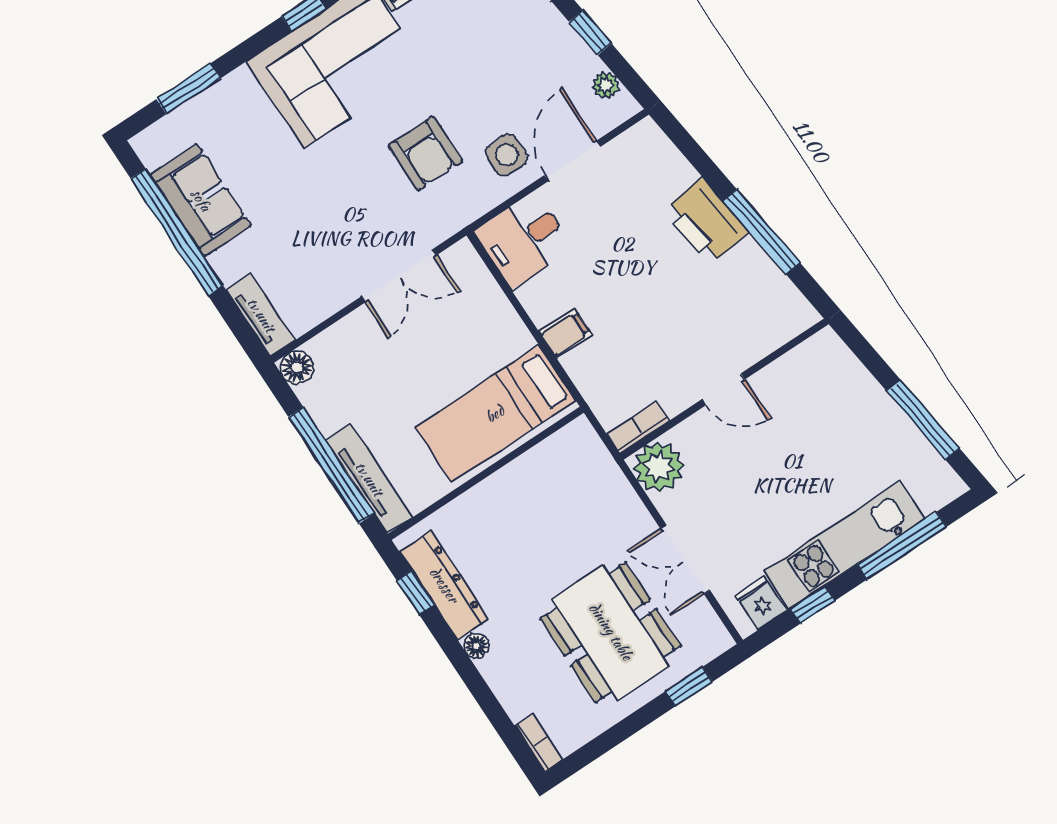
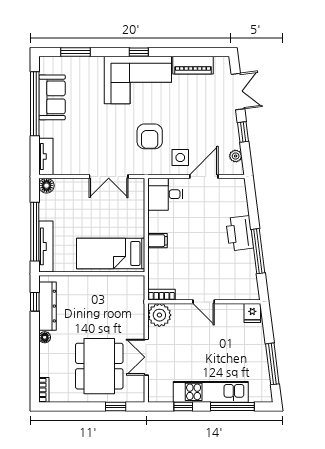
fridge: (761, 603) -> (252, 313), moved, turned 180

